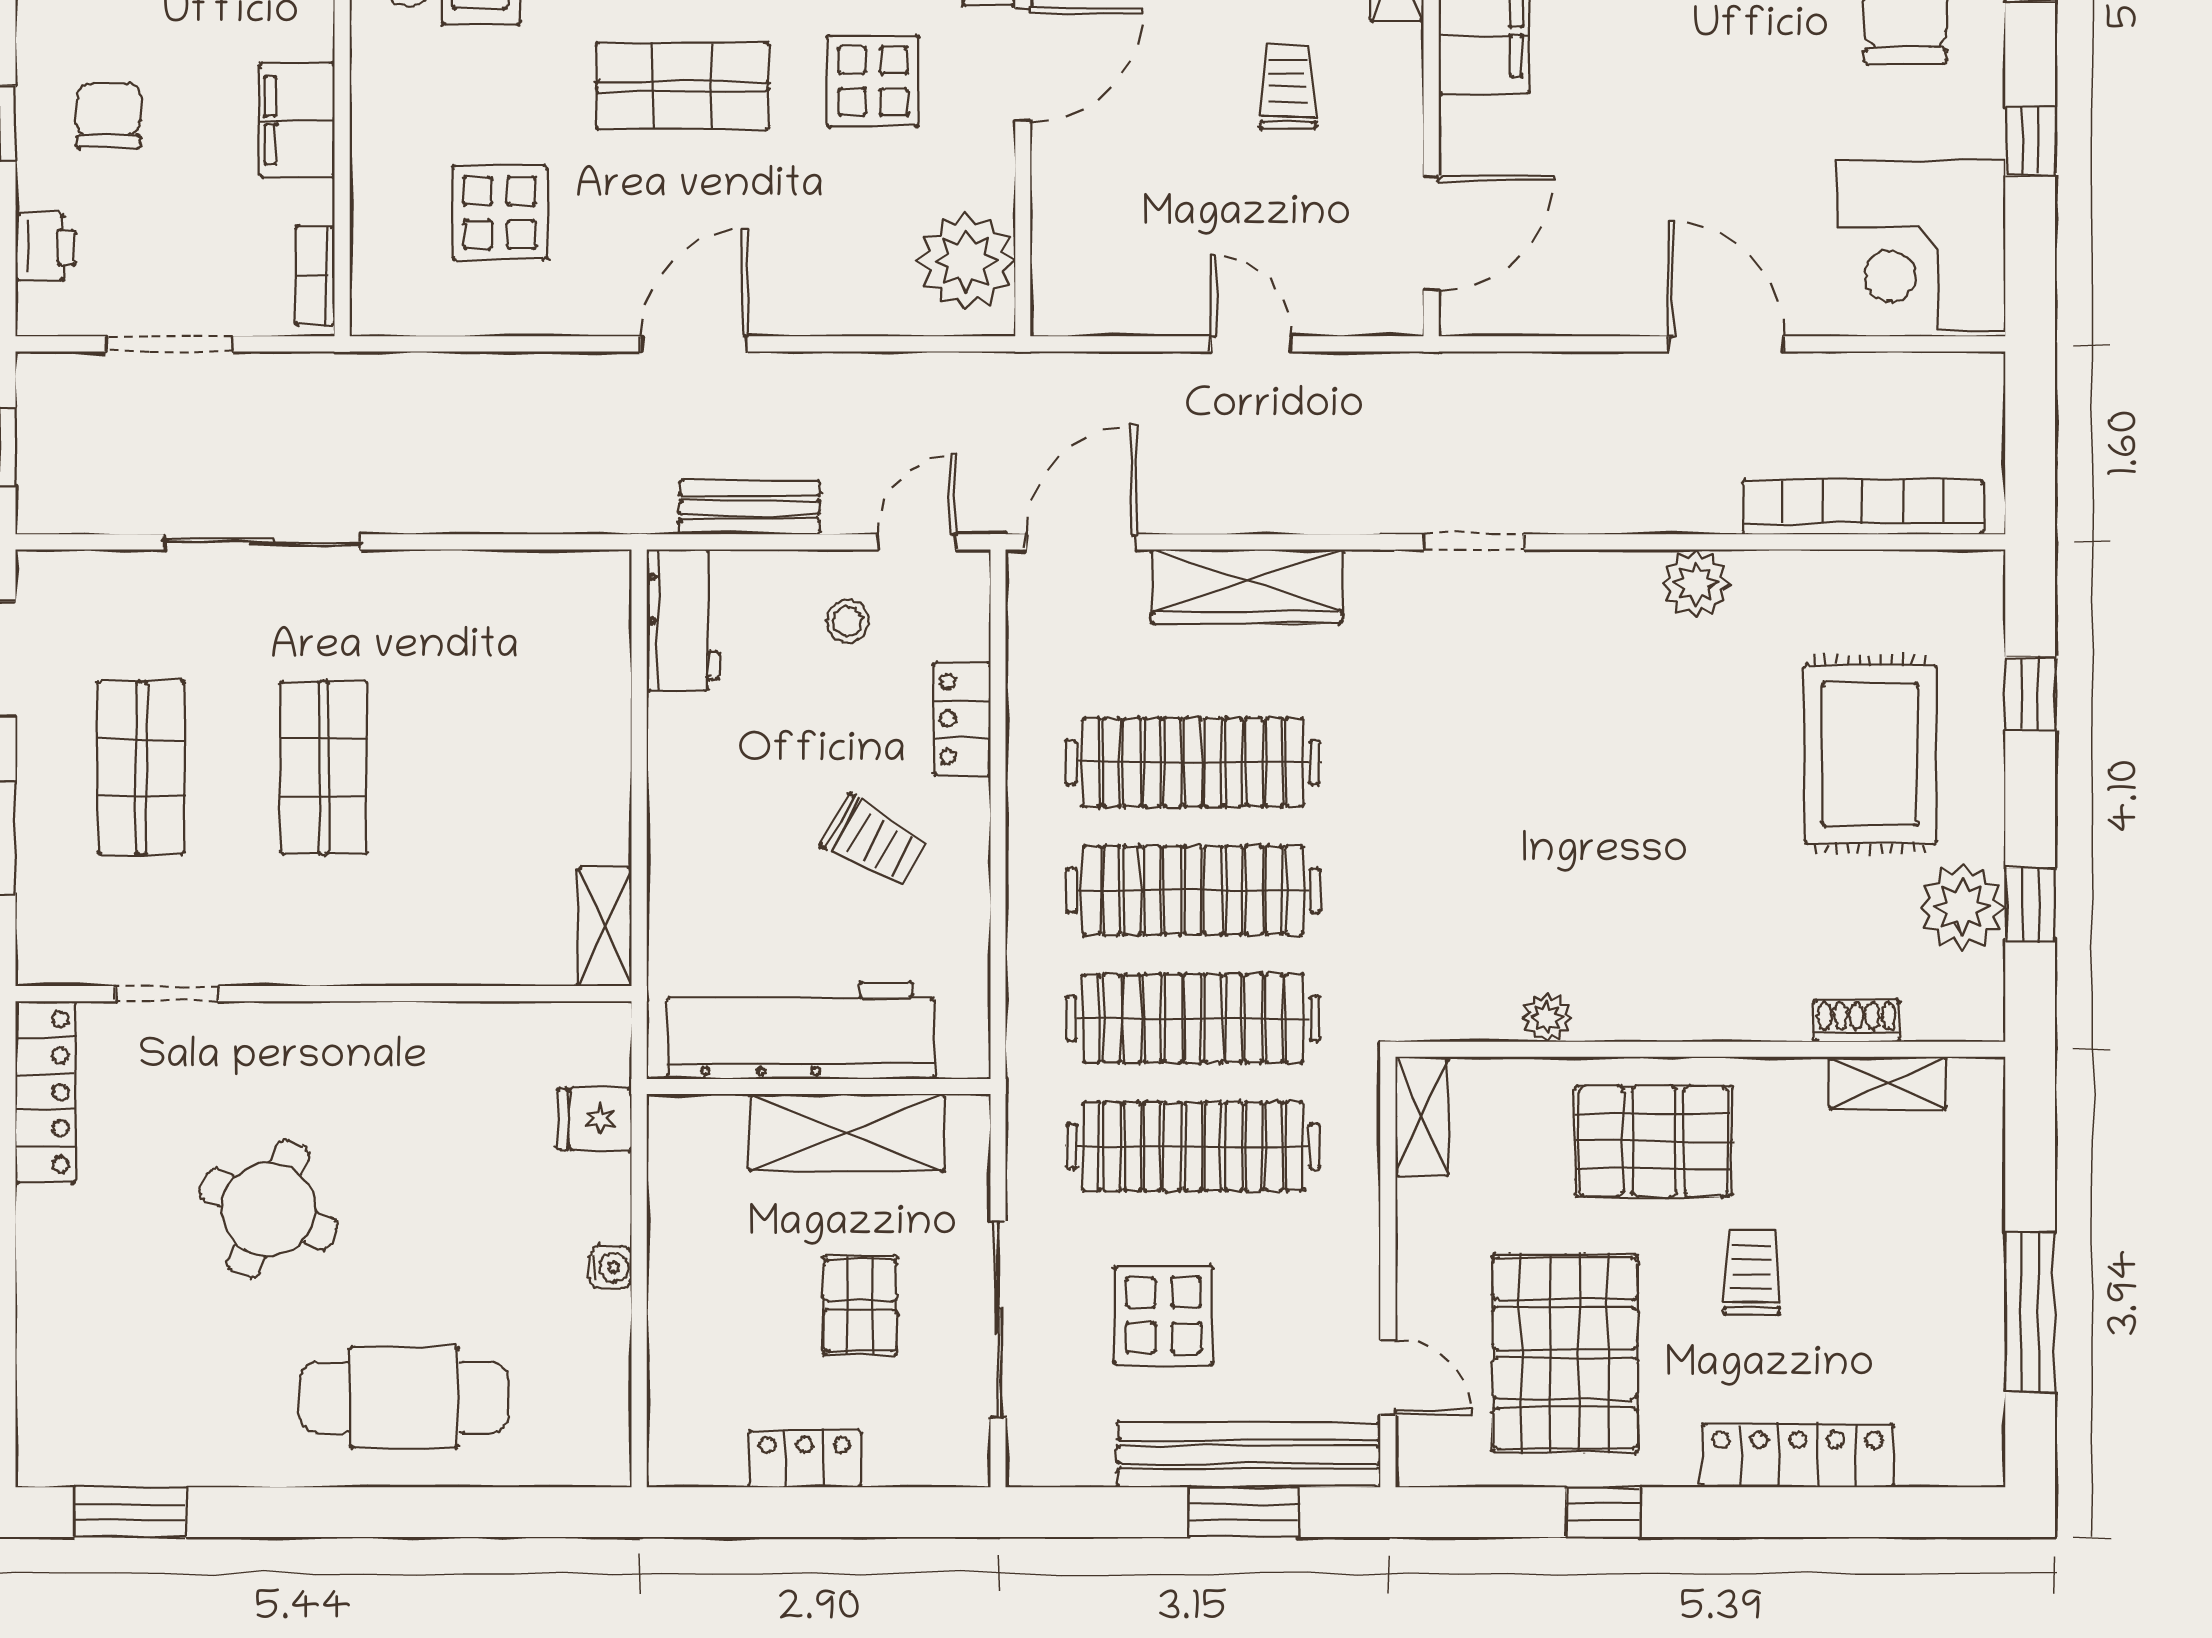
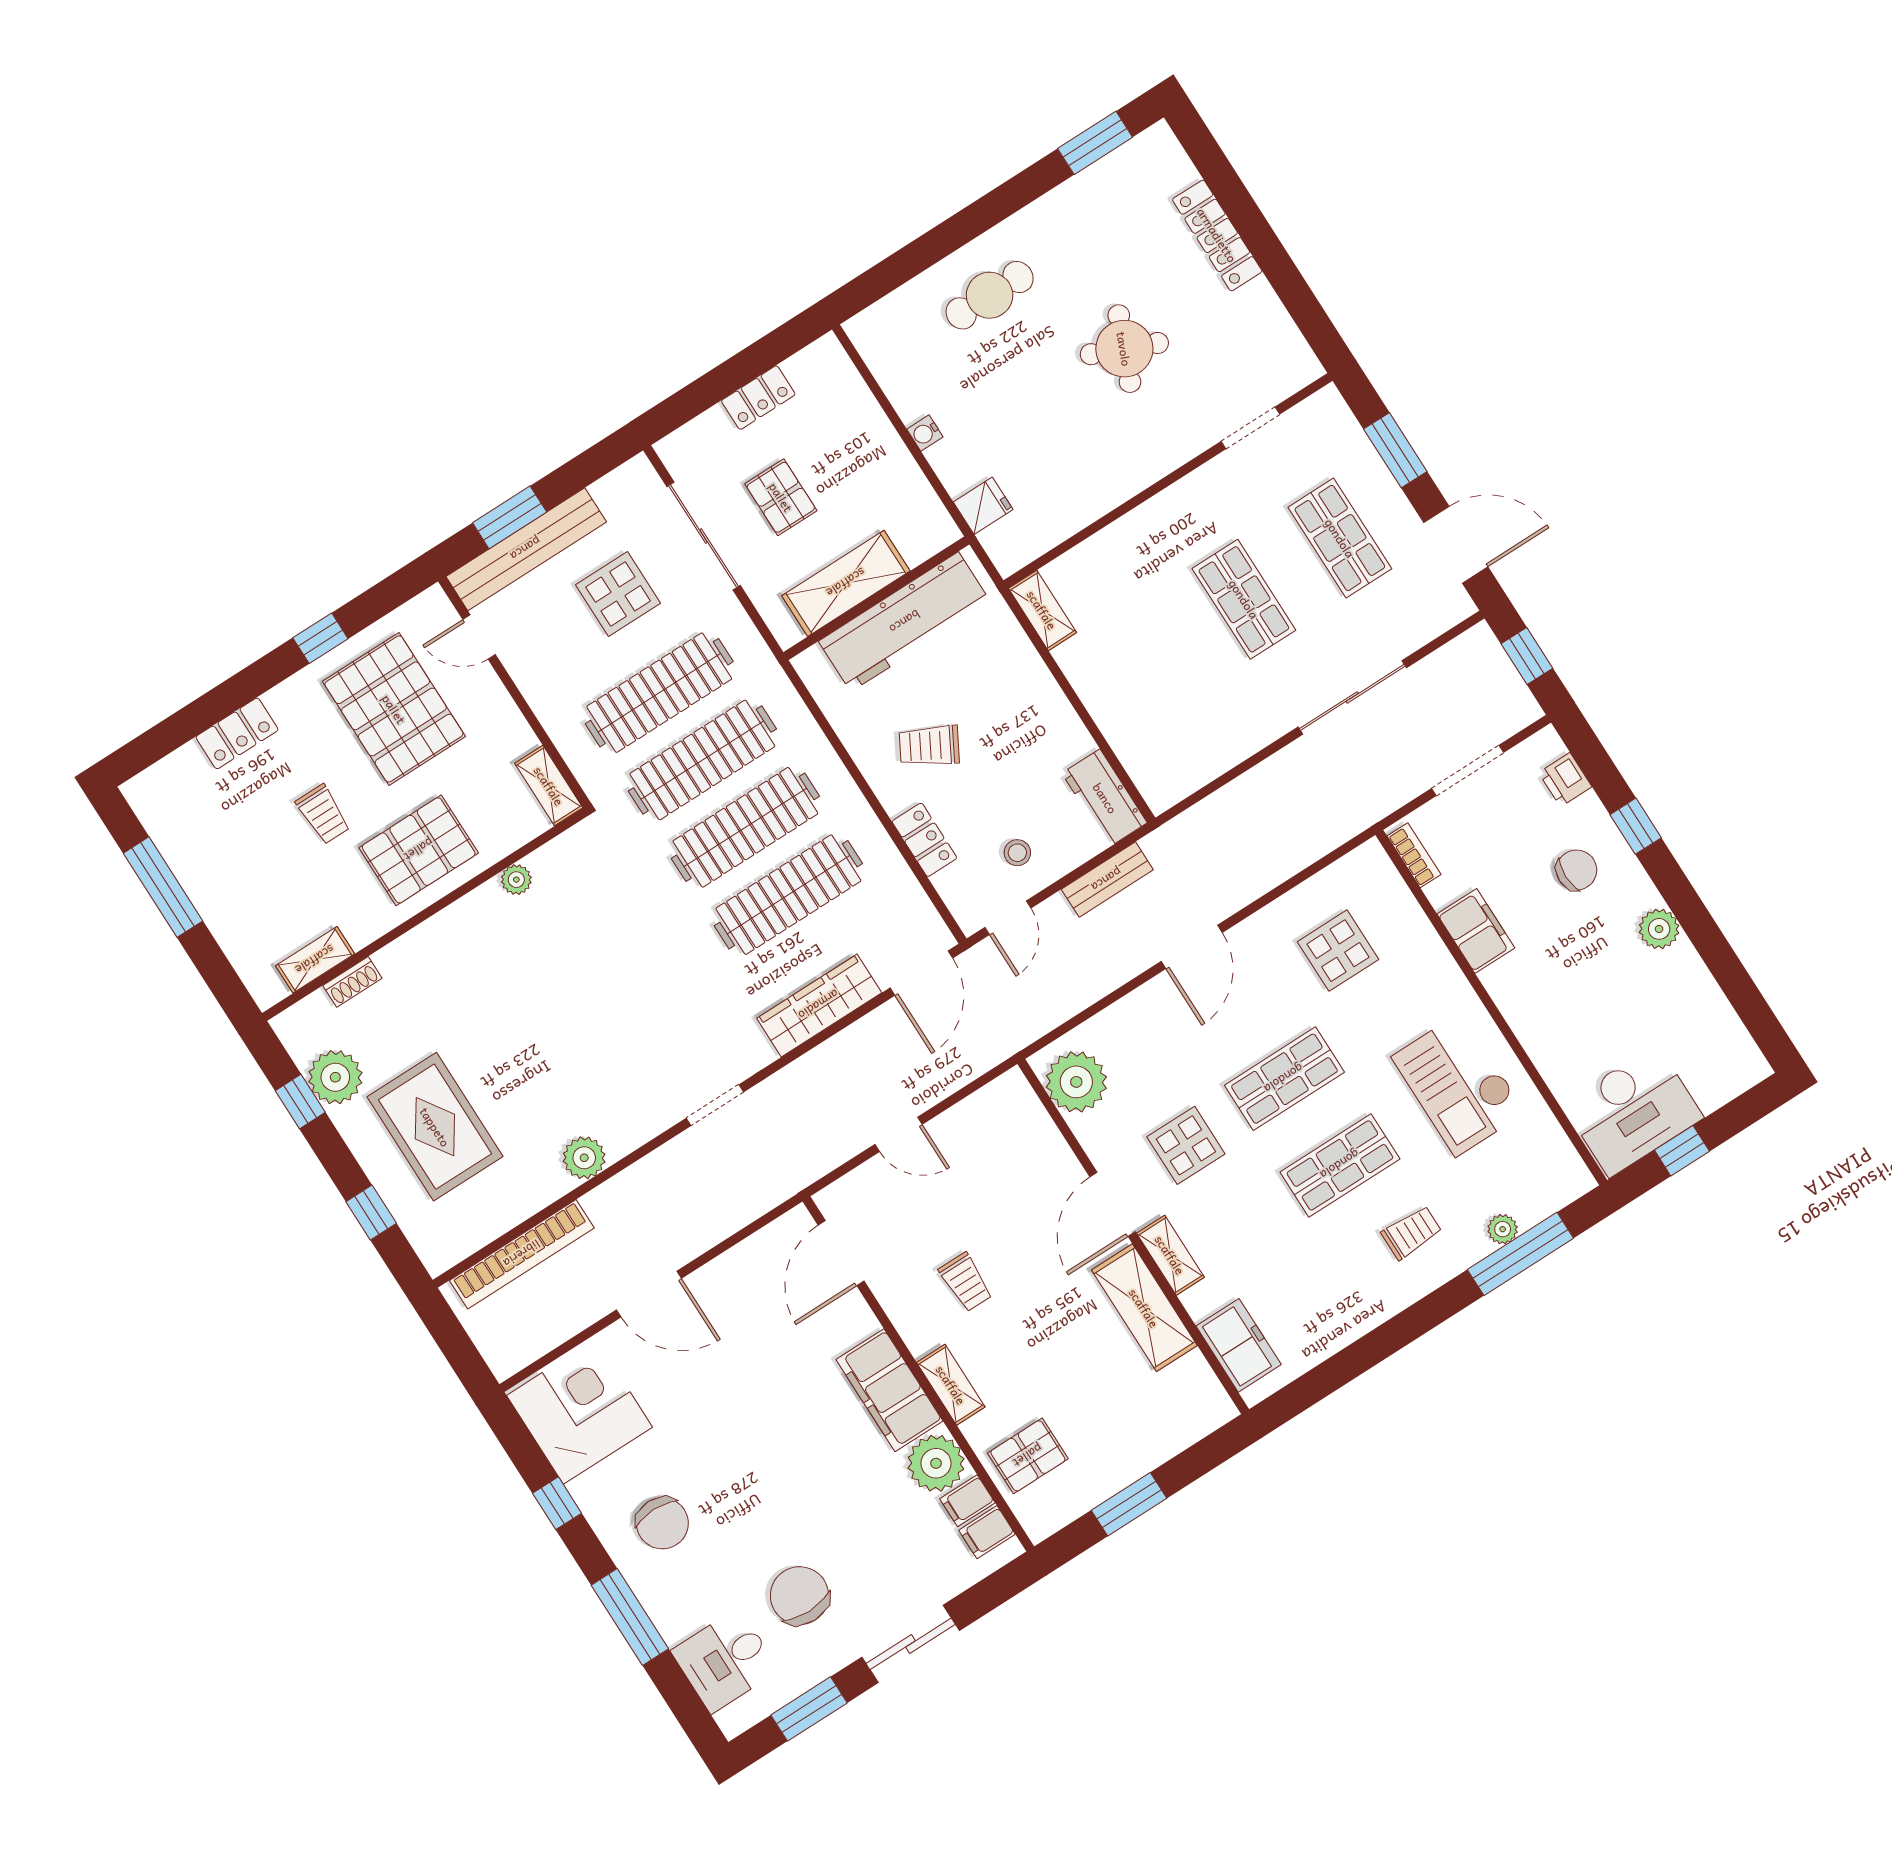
chair: (108, 115) -> (1577, 870), turned -90
locker: (46, 1092) -> (1217, 235), moved
cafe table: (404, 1398) -> (990, 295), width x0.73, depth x0.74
locker: (1798, 1456) -> (237, 733), width x0.66

